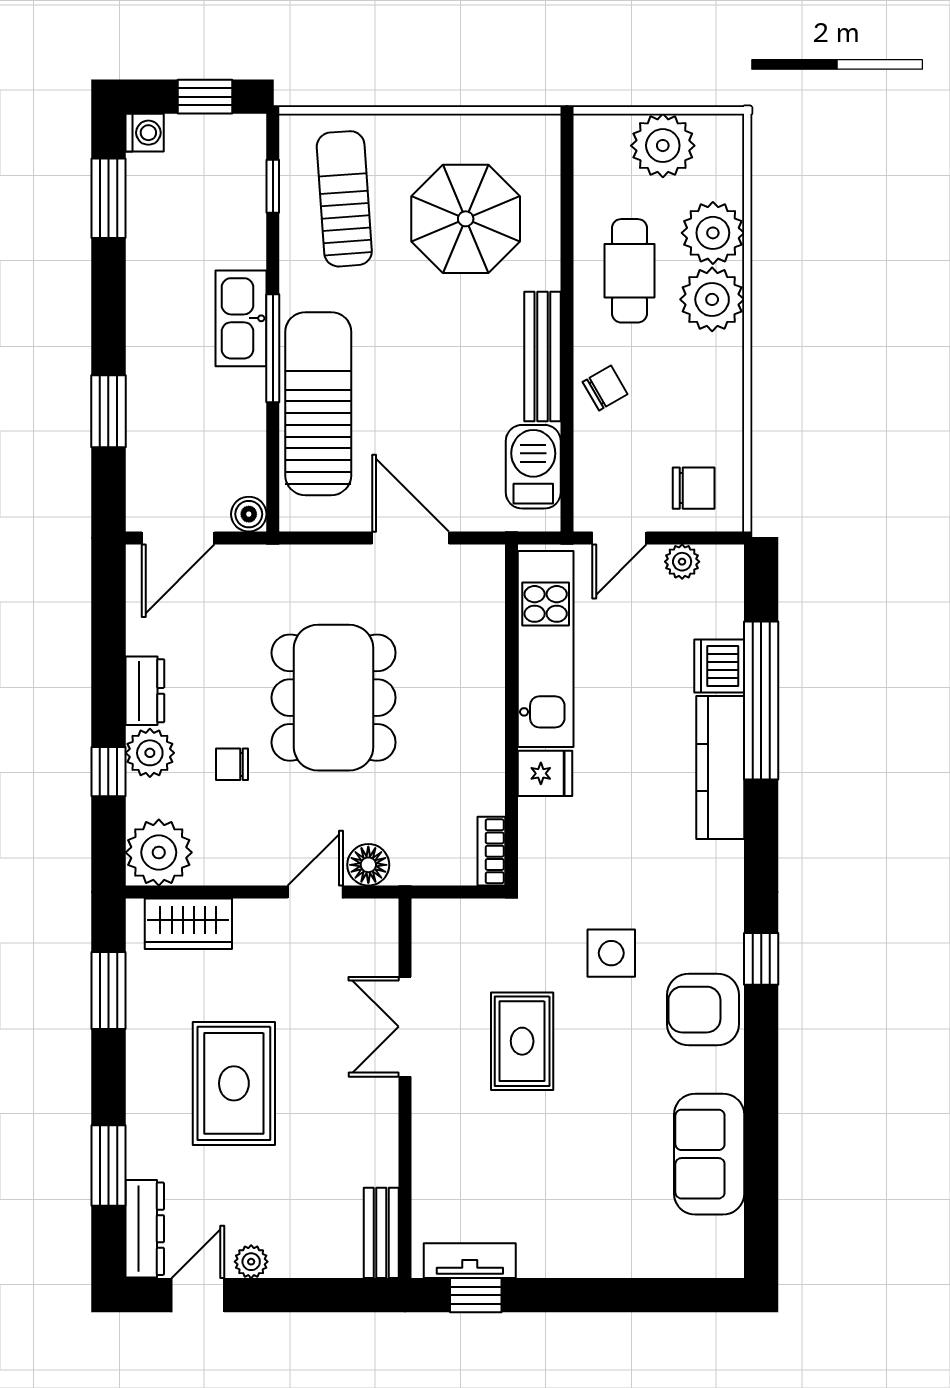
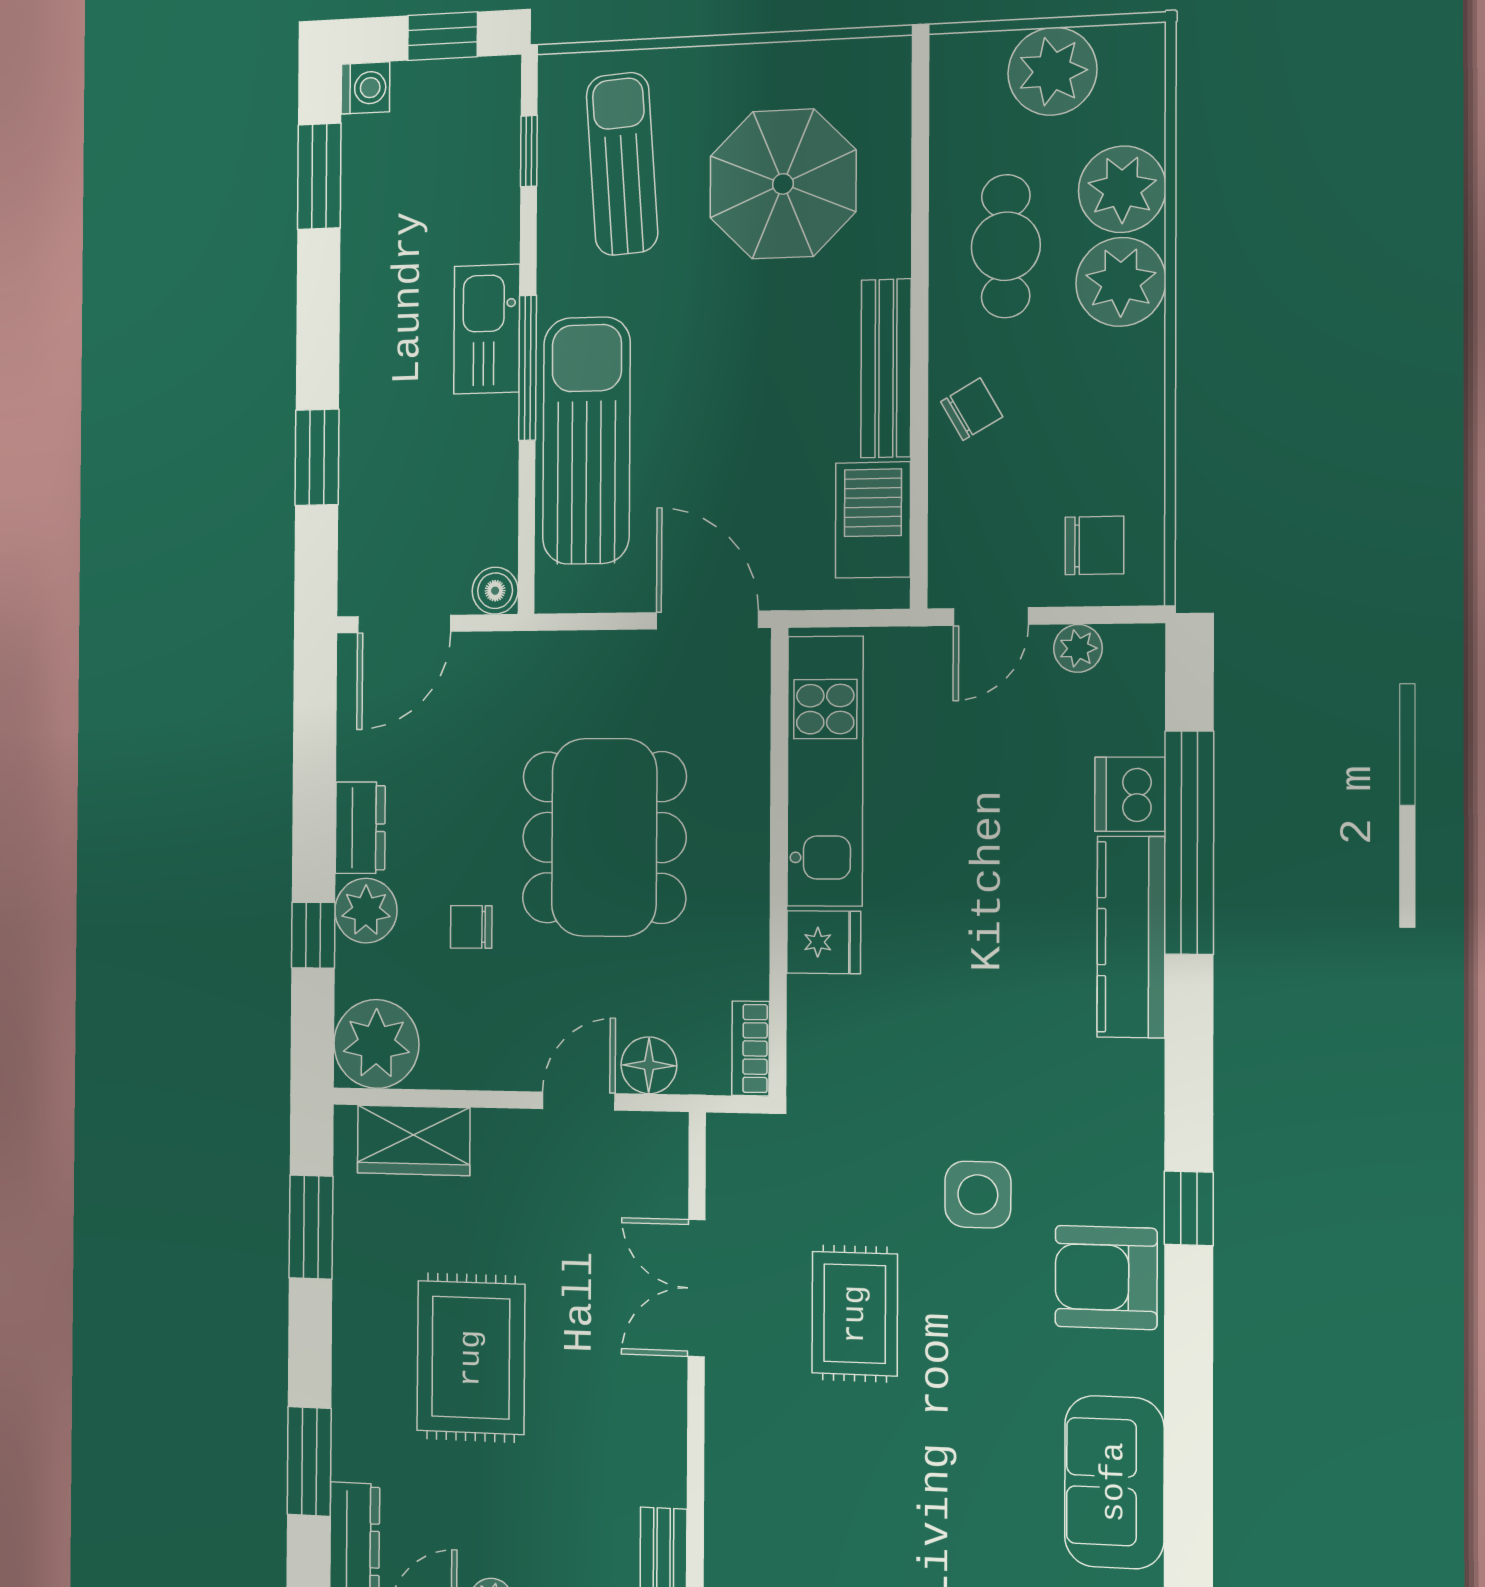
kitchen unit: (546, 649) -> (825, 771), moved
wall: (512, 715) -> (779, 862), moved
fridge: (545, 773) -> (824, 942), moved
bookcase: (491, 851) -> (751, 1048), moved

